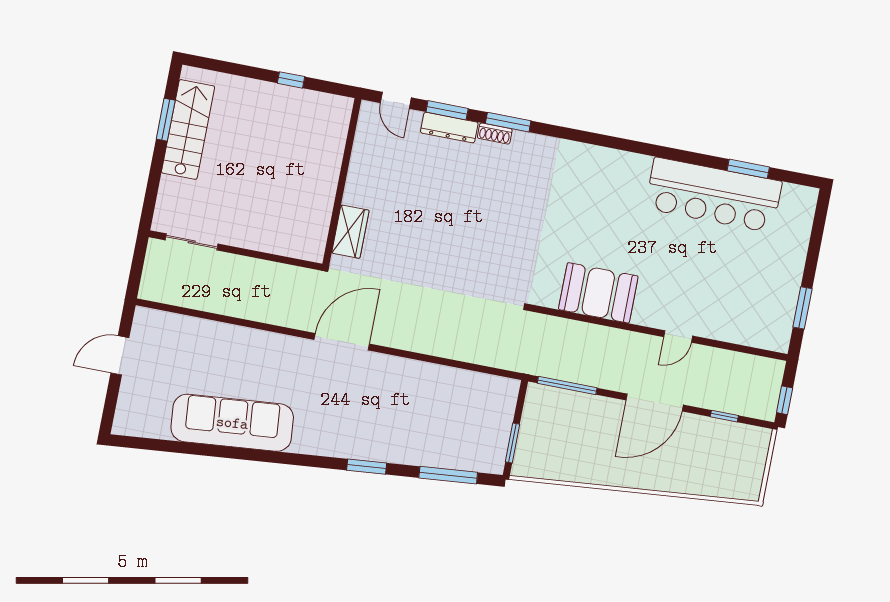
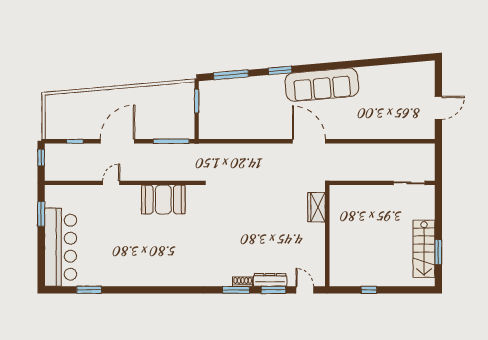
bar counter: (714, 195) -> (61, 247), moved, turned 90
door: (342, 342) -> (309, 141), swing flipped
sofa: (232, 423) -> (322, 85), moved

